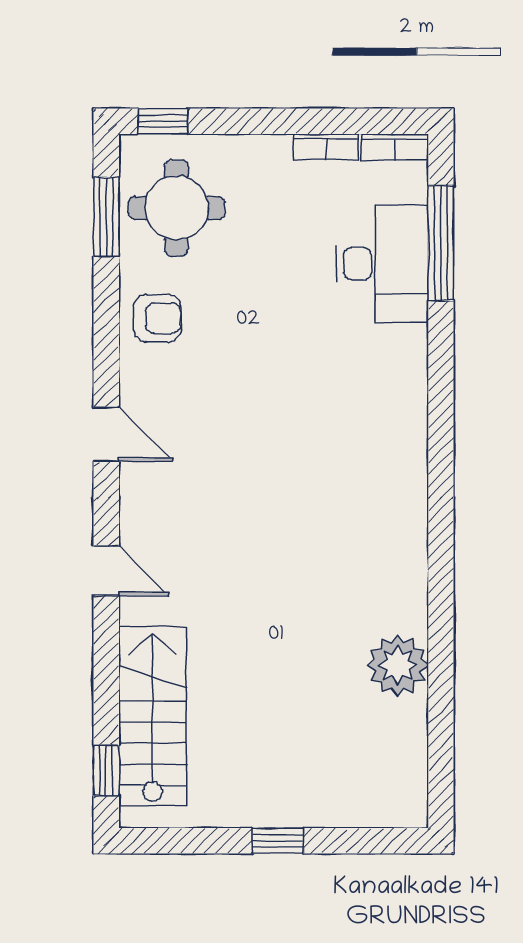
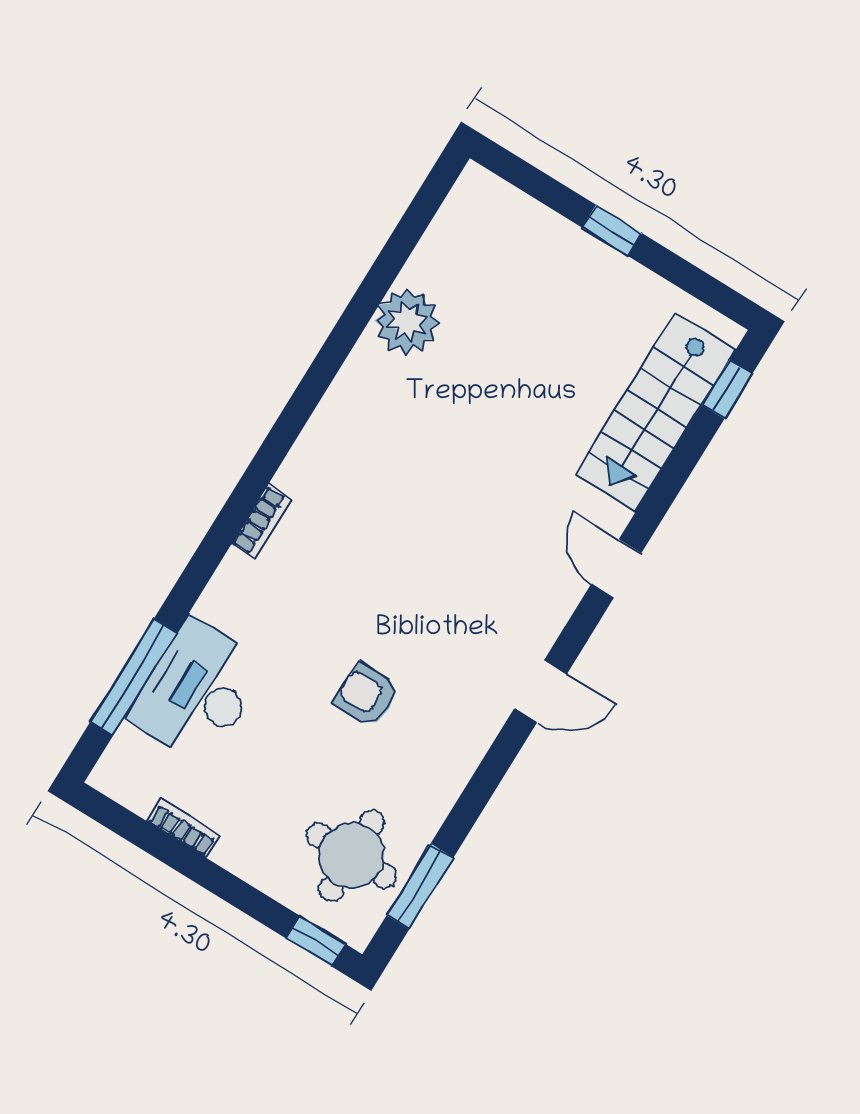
bookcase: (395, 147) -> (262, 522), moved, turned 90
armchair: (157, 318) -> (367, 695), moved
door: (106, 434) -> (541, 691), swing flipped

